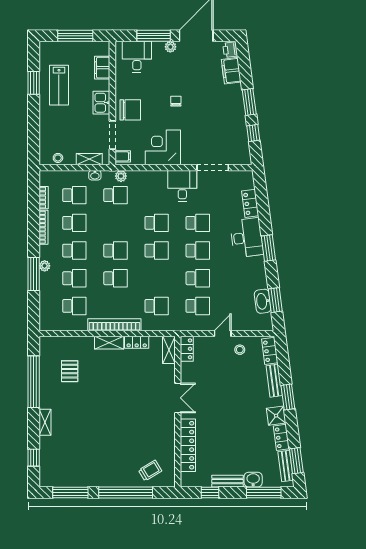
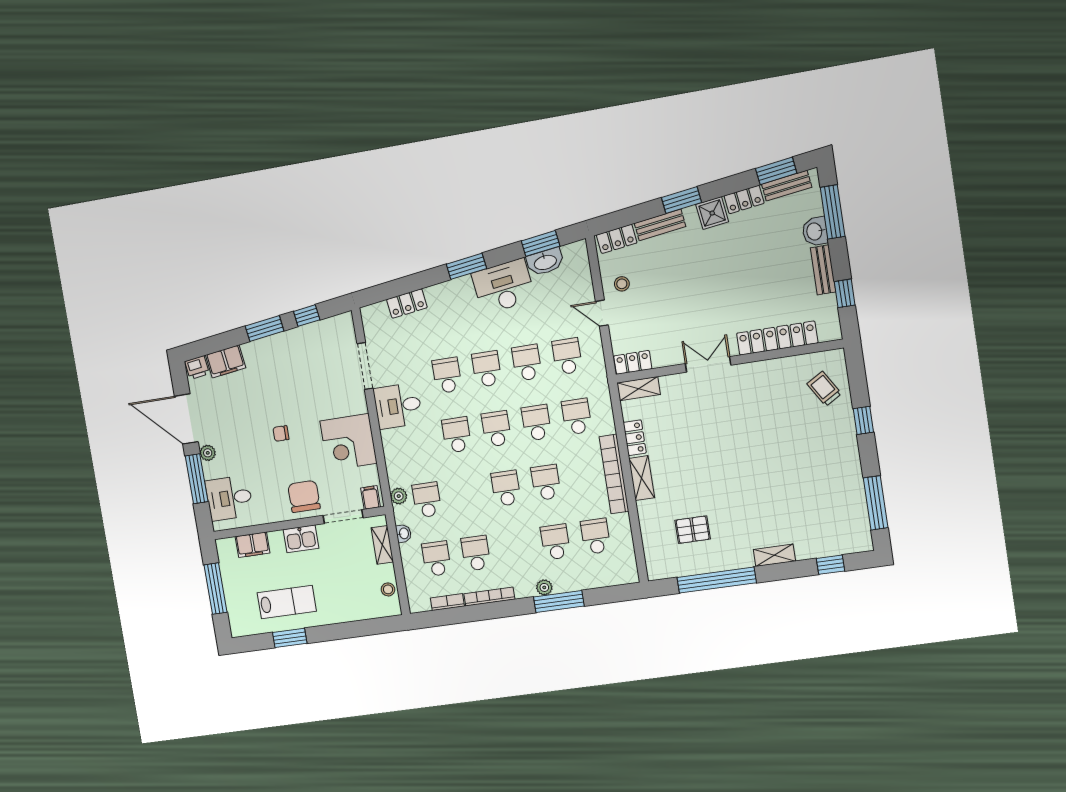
desk: (247, 238) -> (503, 286), moved
school desk: (74, 251) -> (536, 423), moved
window: (126, 493) -> (863, 420), width x0.32

